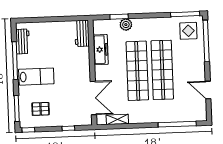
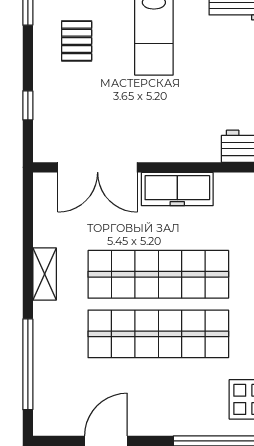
freezer: (101, 50) -> (177, 189), moved
shelving: (117, 119) -> (45, 274), moved

